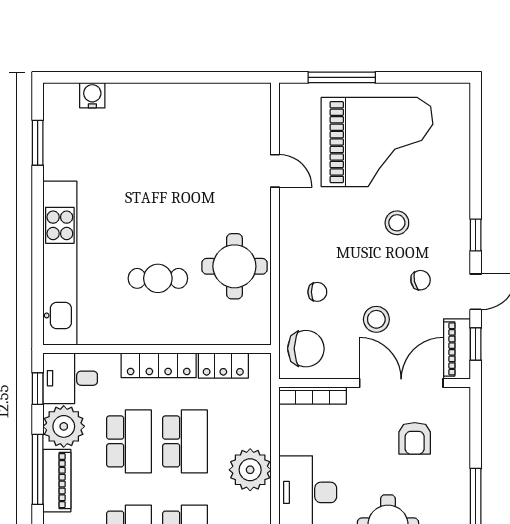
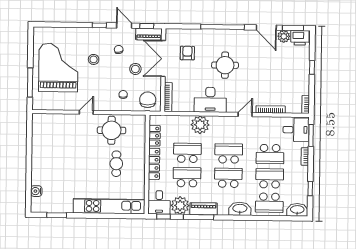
door: (275, 171) -> (86, 112), moved
armchair: (415, 438) -> (187, 53), turned -90

